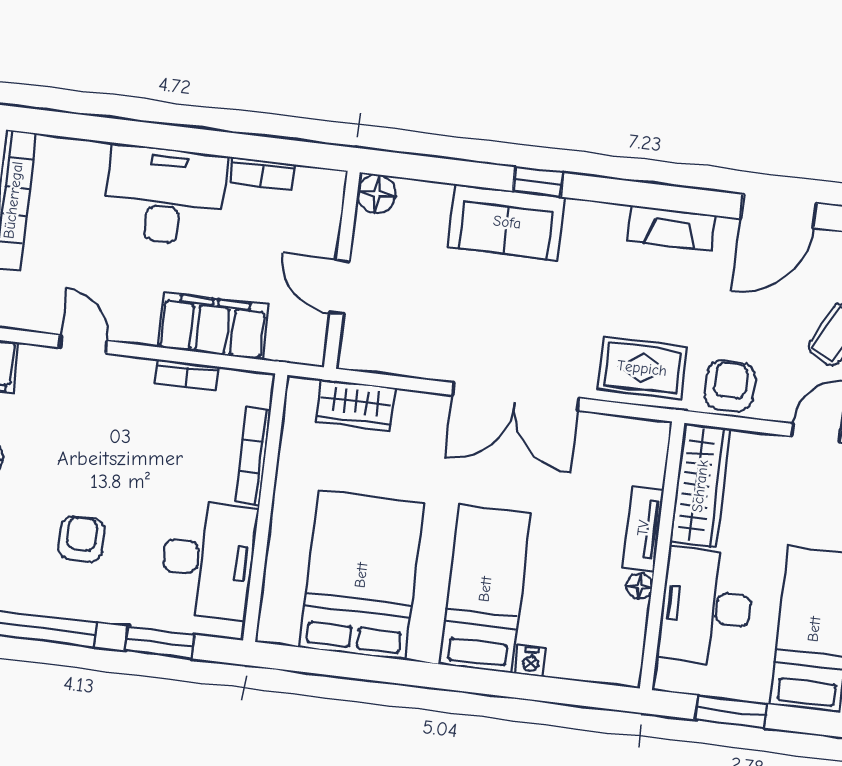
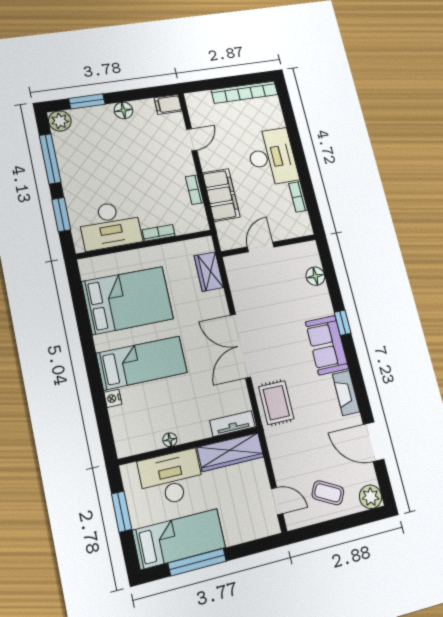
floor lamp: (376, 194) -> (315, 276), moved
sofa: (507, 222) -> (327, 345), moved
armchair: (730, 386) -> (284, 449), removed
bookcase: (253, 456) -> (159, 233), width x0.64
tv unit: (643, 528) -> (232, 424), moved
armchair: (82, 539) -> (100, 164), removed

